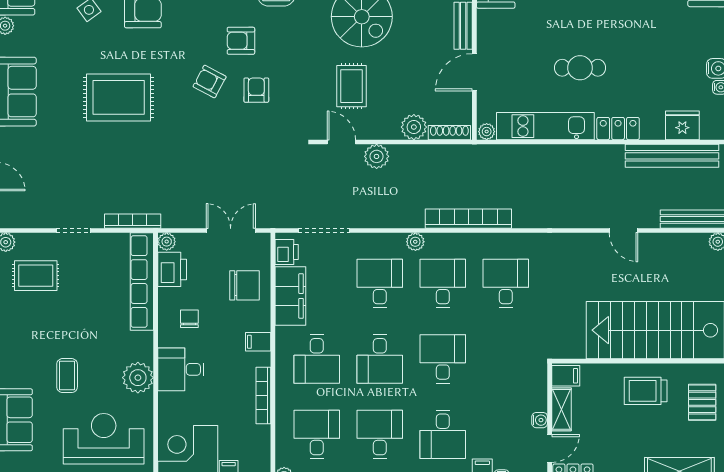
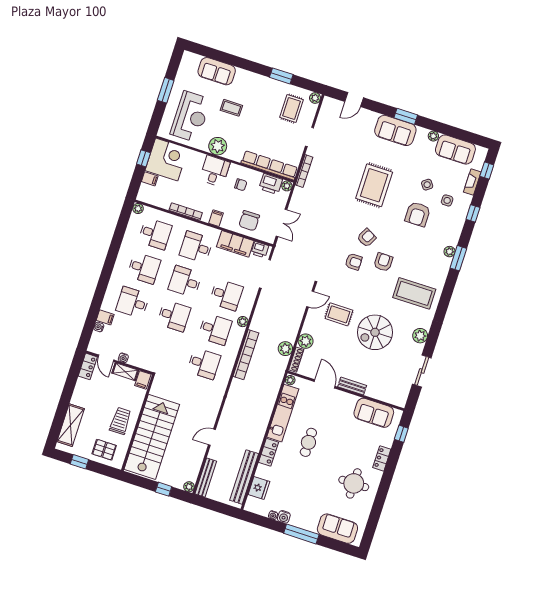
plant: (377, 156) -> (285, 349), moved

